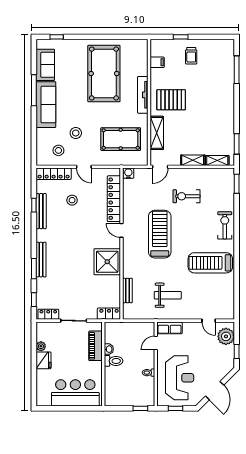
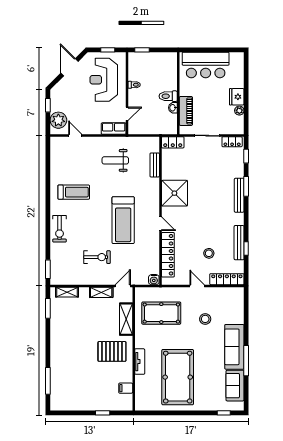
trolley: (191, 56) -> (92, 394), removed
tv unit: (143, 95) -> (140, 362), width x0.71
stool: (58, 150) -> (222, 302), removed
shelving: (193, 160) -> (101, 292), moved
treadmill: (210, 263) -> (74, 192), width x0.73, depth x0.73

